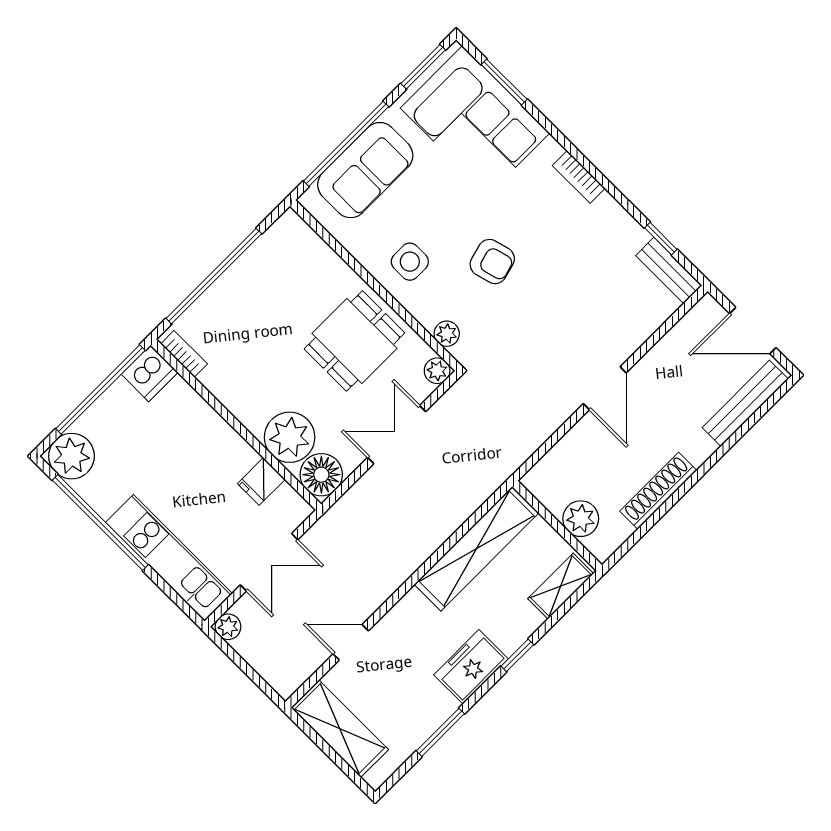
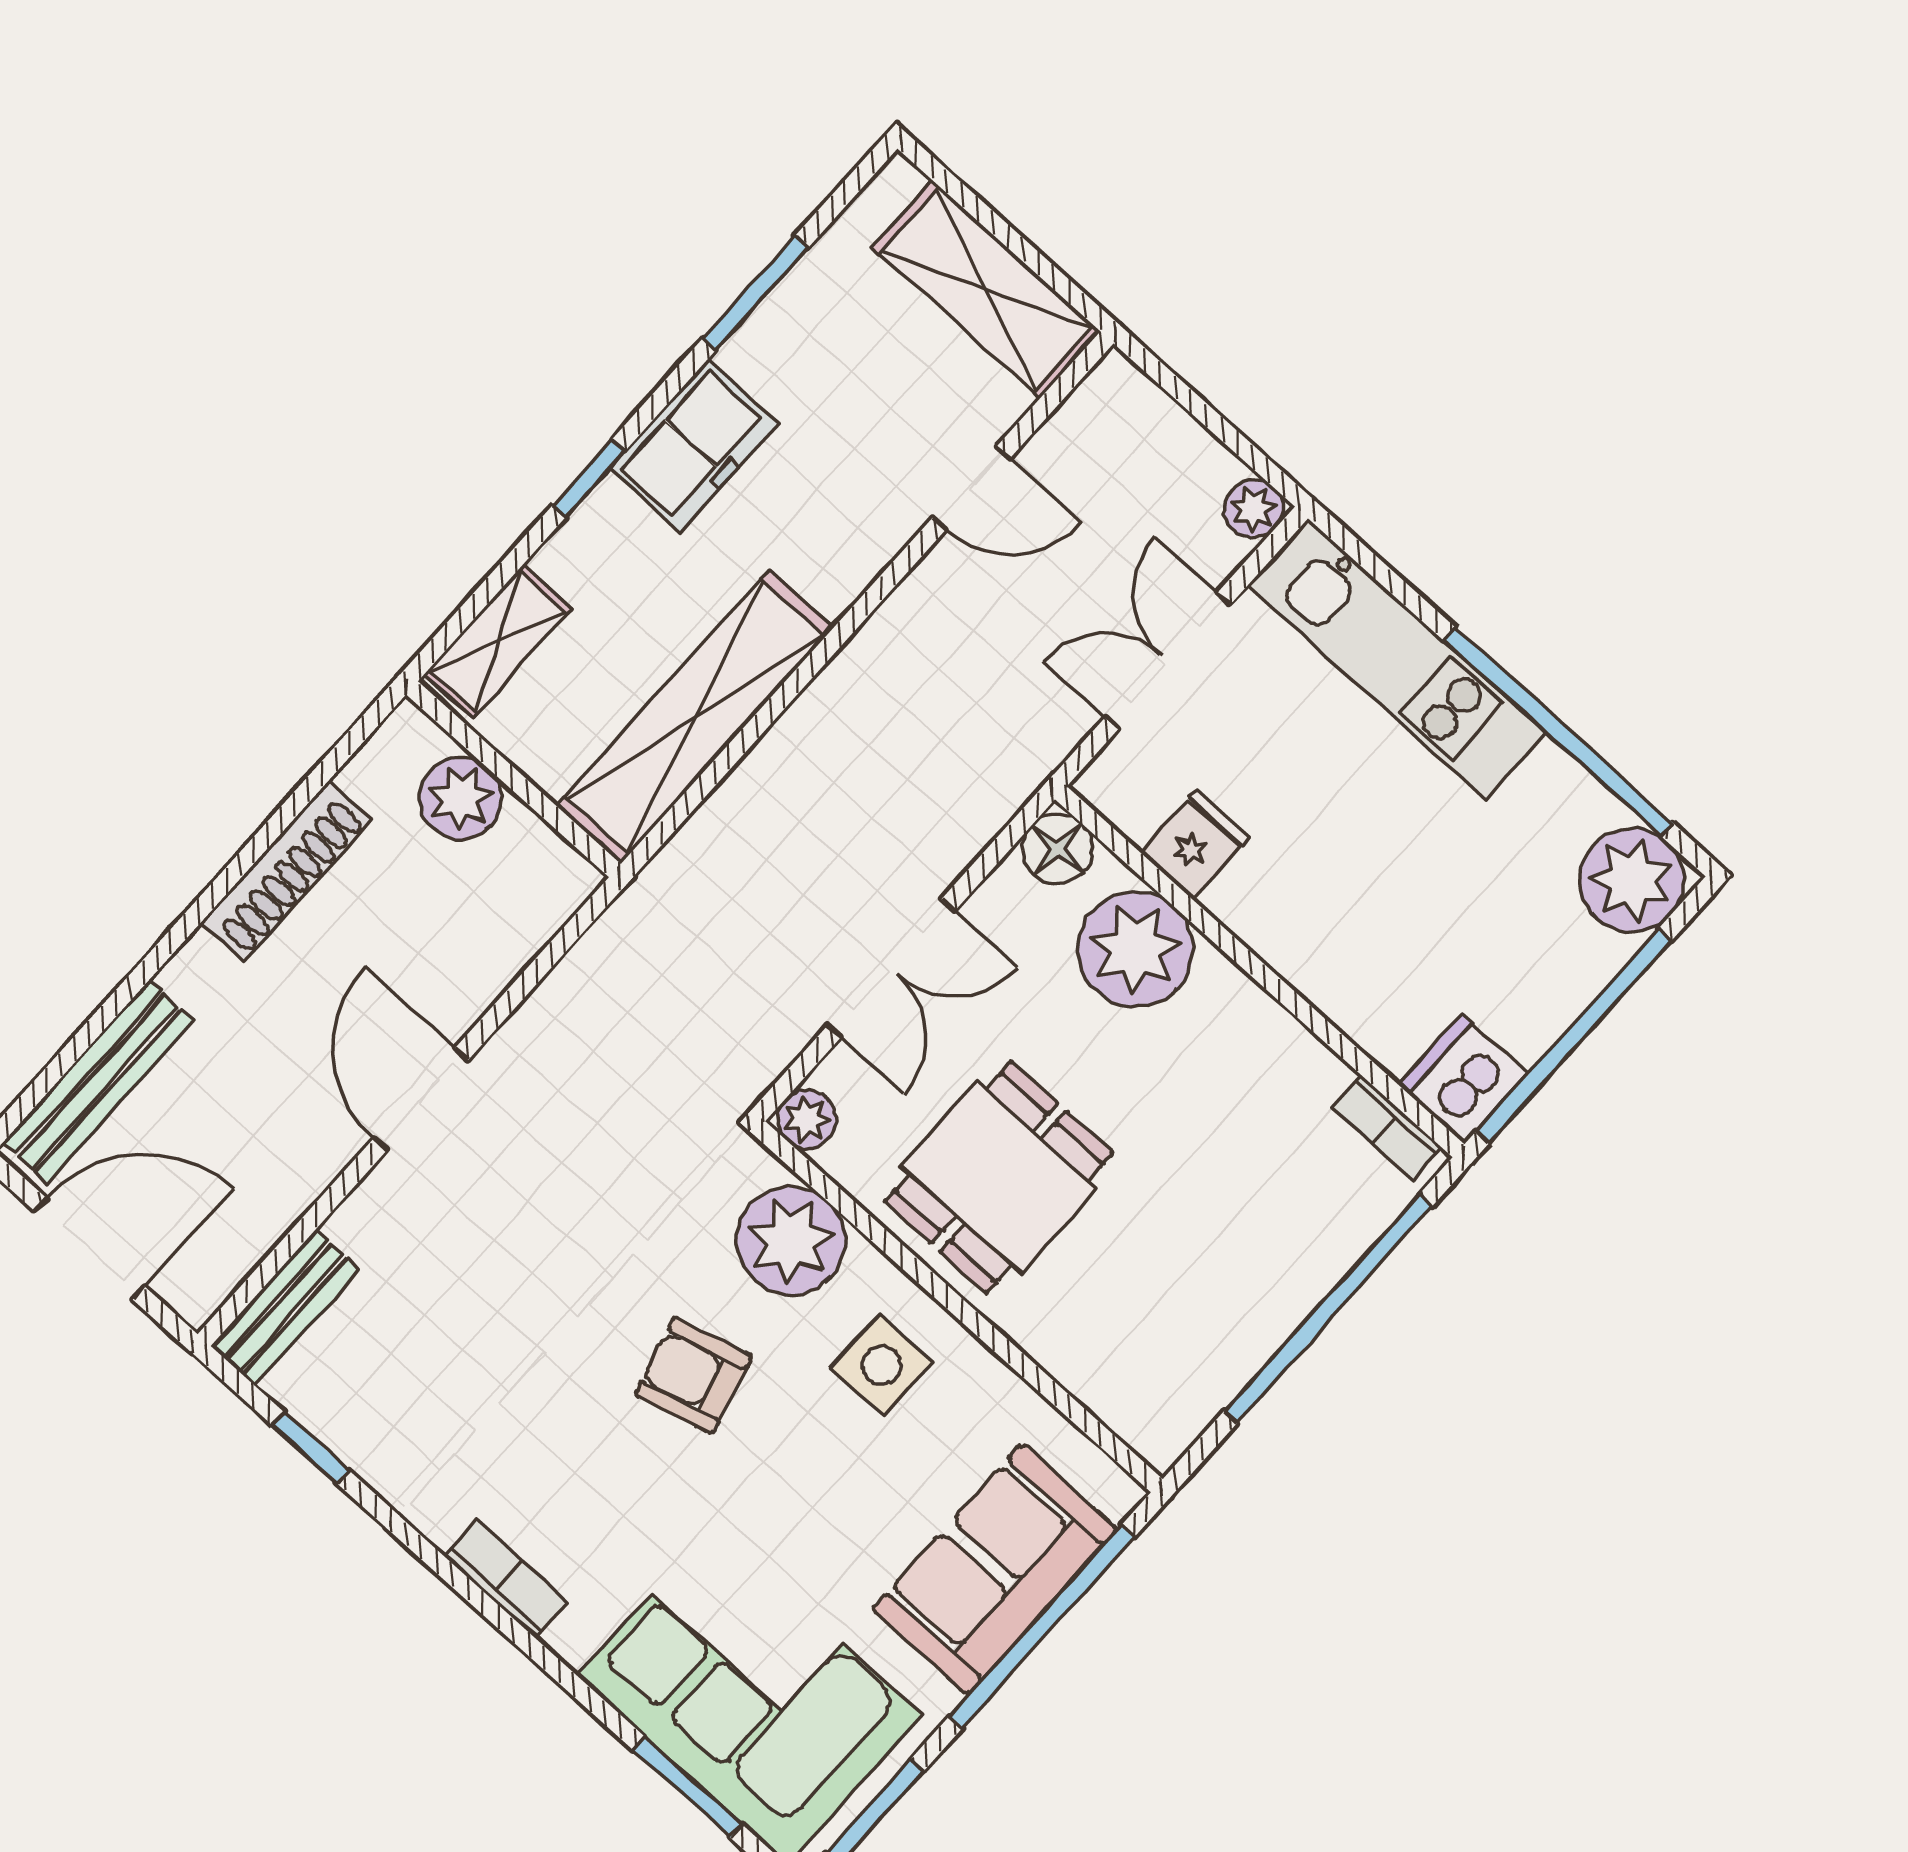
bench: (669, 270) -> (285, 1308), moved, turned 90
plant: (447, 334) -> (791, 1241), width x1.87, depth x1.87
floor lamp: (321, 475) -> (1058, 849), width x0.73, depth x0.73

